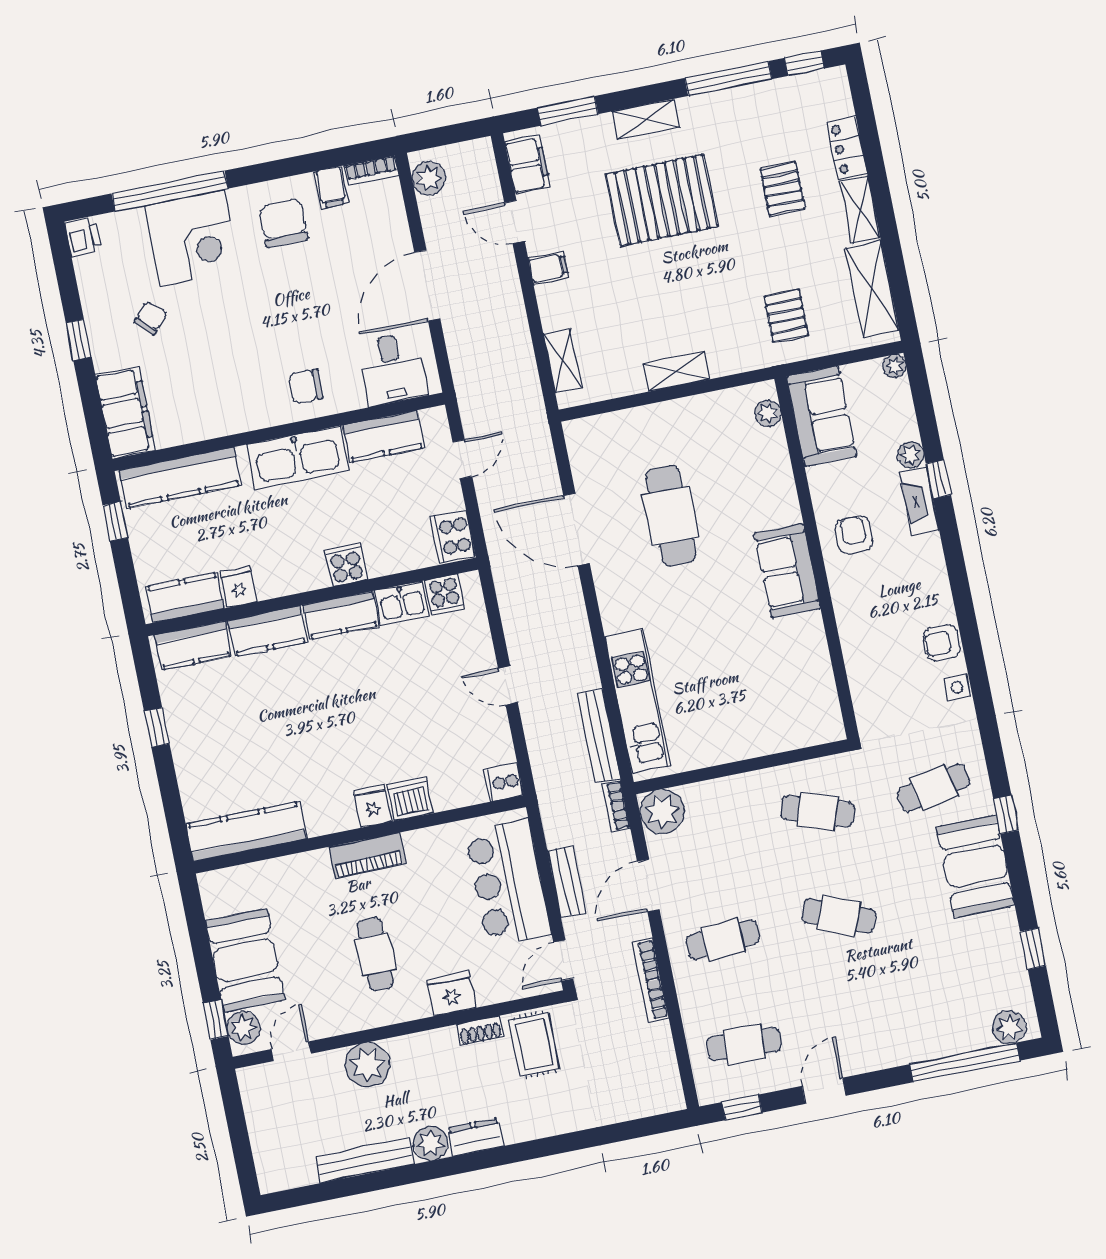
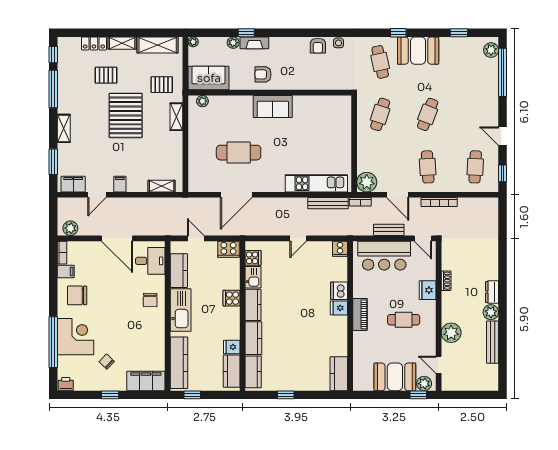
pallet: (662, 200) -> (126, 115), moved
shelving: (677, 372) -> (176, 117), moved
kitchen counter: (246, 831) -> (339, 374), width x0.67
rug: (534, 1045) -> (457, 258), removed

